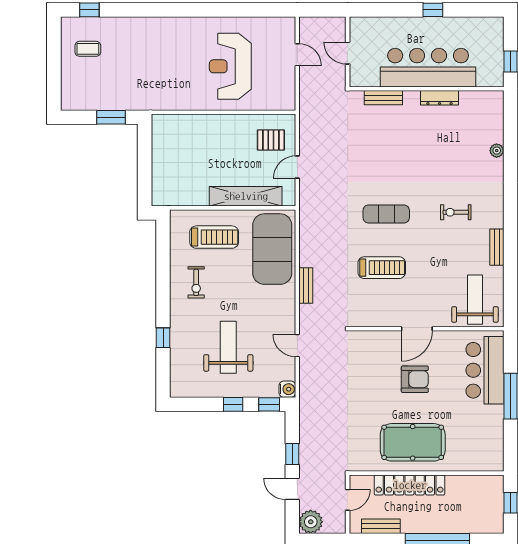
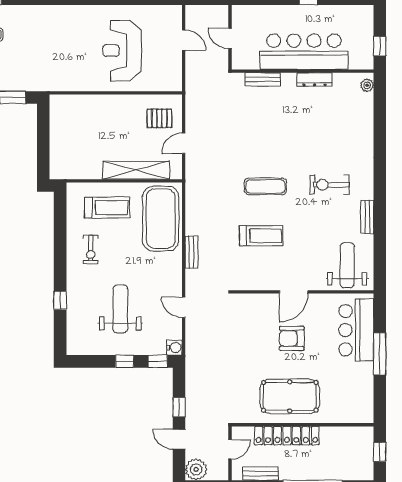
plant: (497, 151) -> (367, 85), moved
exercise bike: (456, 212) -> (329, 185), width x1.38, depth x1.39
armchair: (415, 379) -> (292, 338), turned 180

